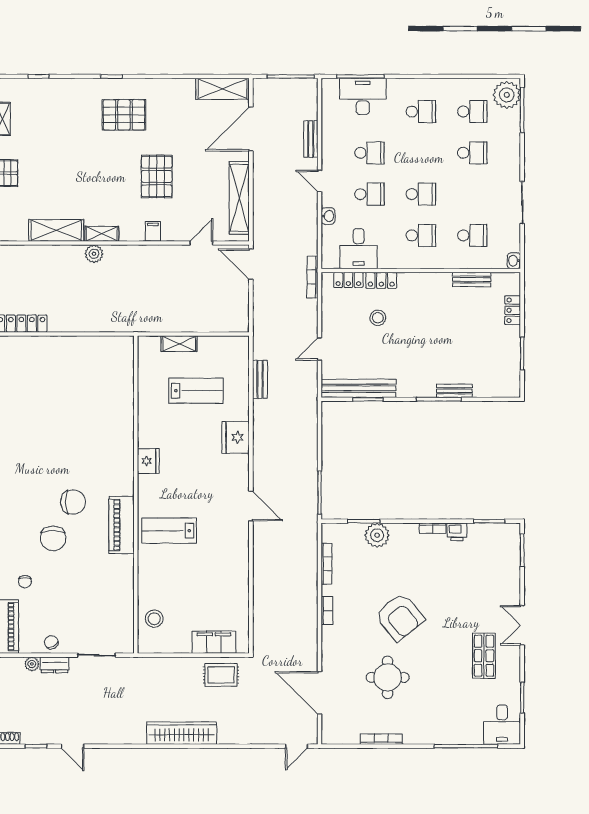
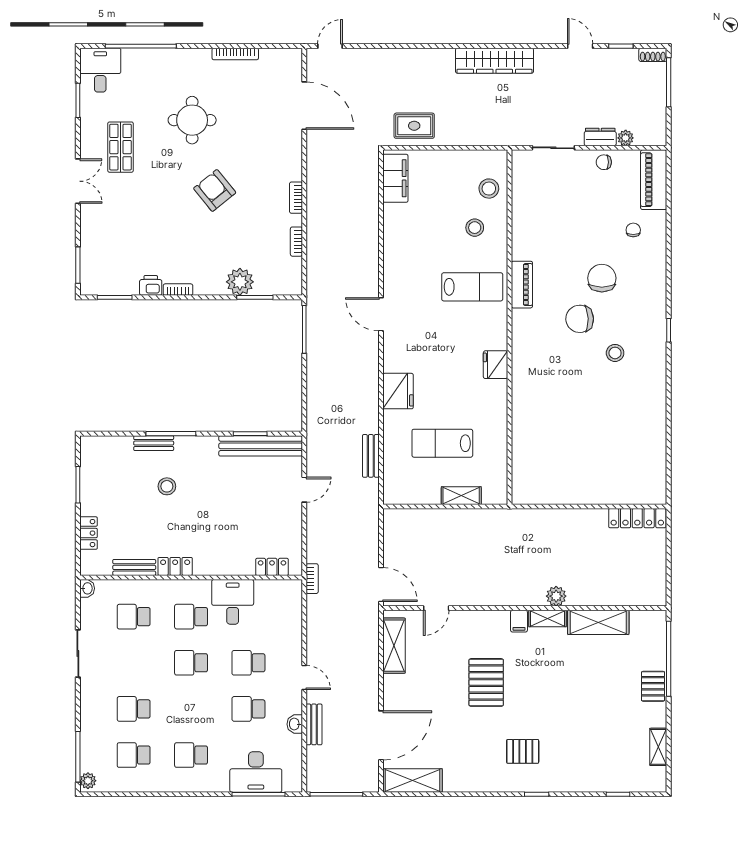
plant: (507, 95) -> (88, 781), width x0.53, depth x0.53
pallet: (124, 115) -> (523, 751), width x0.67, depth x0.71
shelving: (239, 198) -> (394, 646), width x0.68
washbasin: (328, 216) -> (295, 724), moved
filing cabinet: (153, 231) -> (519, 621), moved
desk: (359, 249) -> (233, 602), moved
bookcase: (312, 277) -> (312, 579), width x0.64
locker: (381, 280) -> (175, 566), moved
stool: (378, 318) -> (167, 486), moved
stool: (41, 471) -> (615, 353), added
piano: (122, 525) -> (522, 285), width x0.73, depth x0.75
bookcase: (327, 564) -> (296, 242), width x0.64
stool: (167, 584) -> (475, 228), added
armchair: (400, 617) -> (215, 190), width x0.73, depth x0.73
chair: (51, 642) -> (604, 162), turned 118
filing cabinet: (214, 642) -> (395, 178), moved, turned -90
round table: (388, 677) -> (192, 120), moved
wardrobe: (182, 733) -> (494, 61), moved

